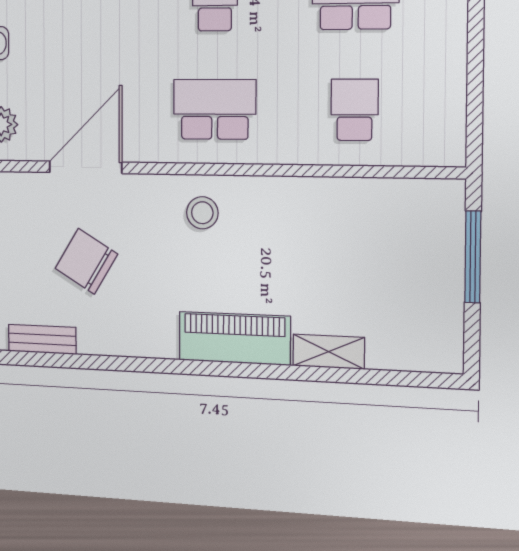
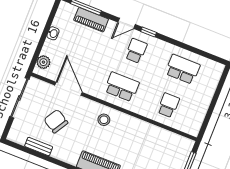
door: (86, 167) -> (69, 89), hinge flipped
bench: (42, 339) -> (39, 146), moved

